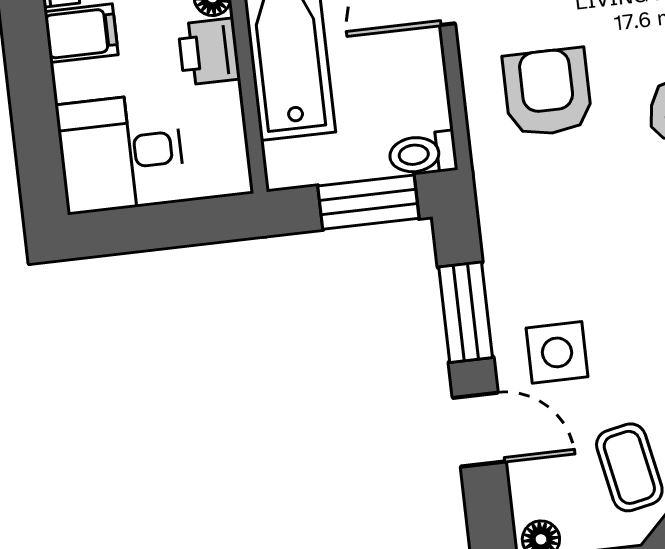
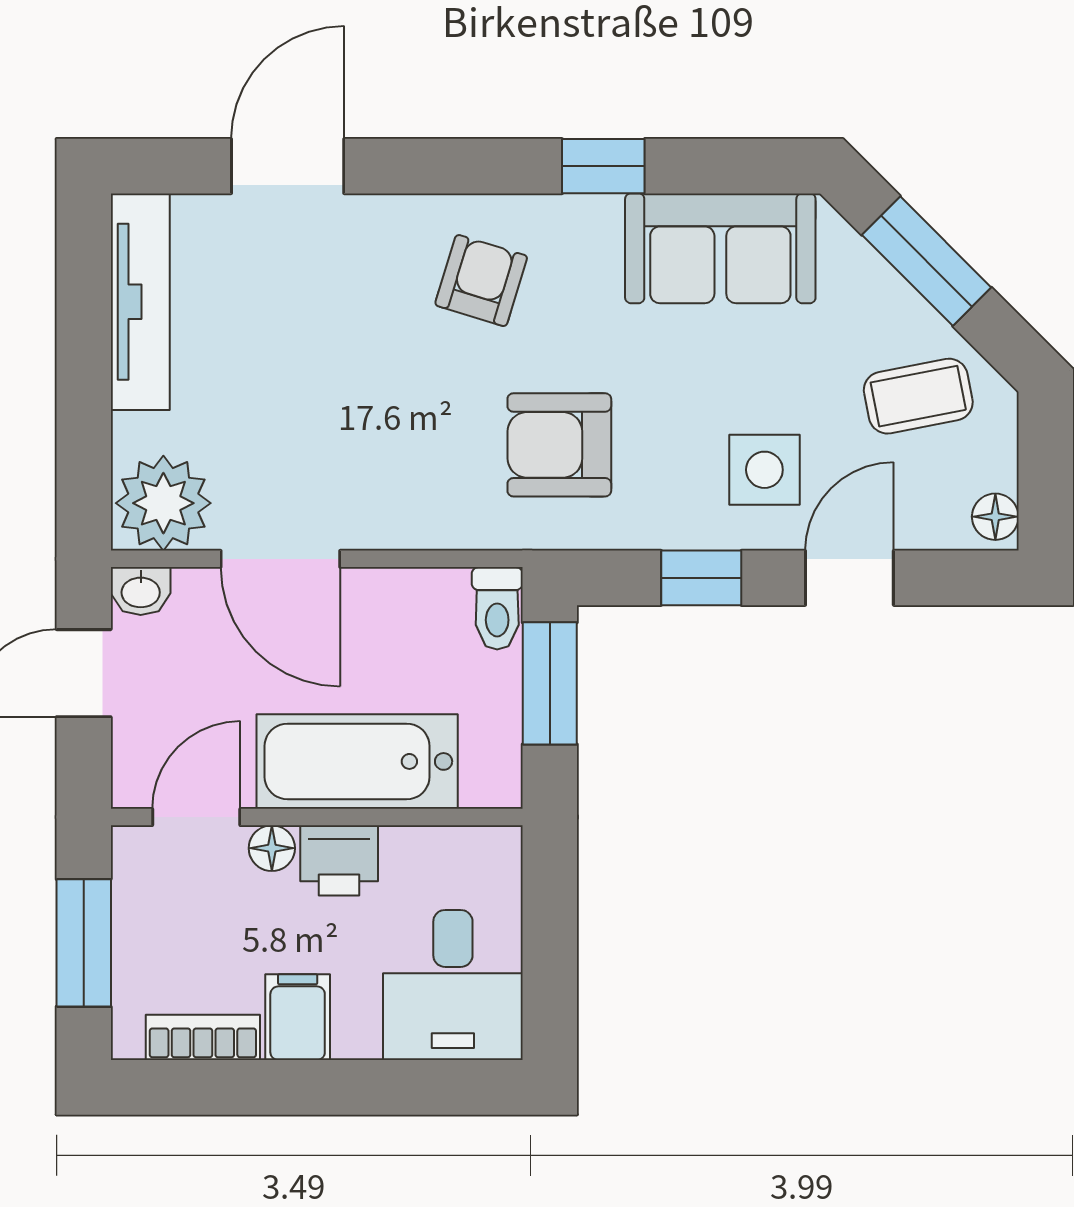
armchair: (547, 92) -> (559, 445), moved
window: (466, 312) -> (701, 578), width x0.67

